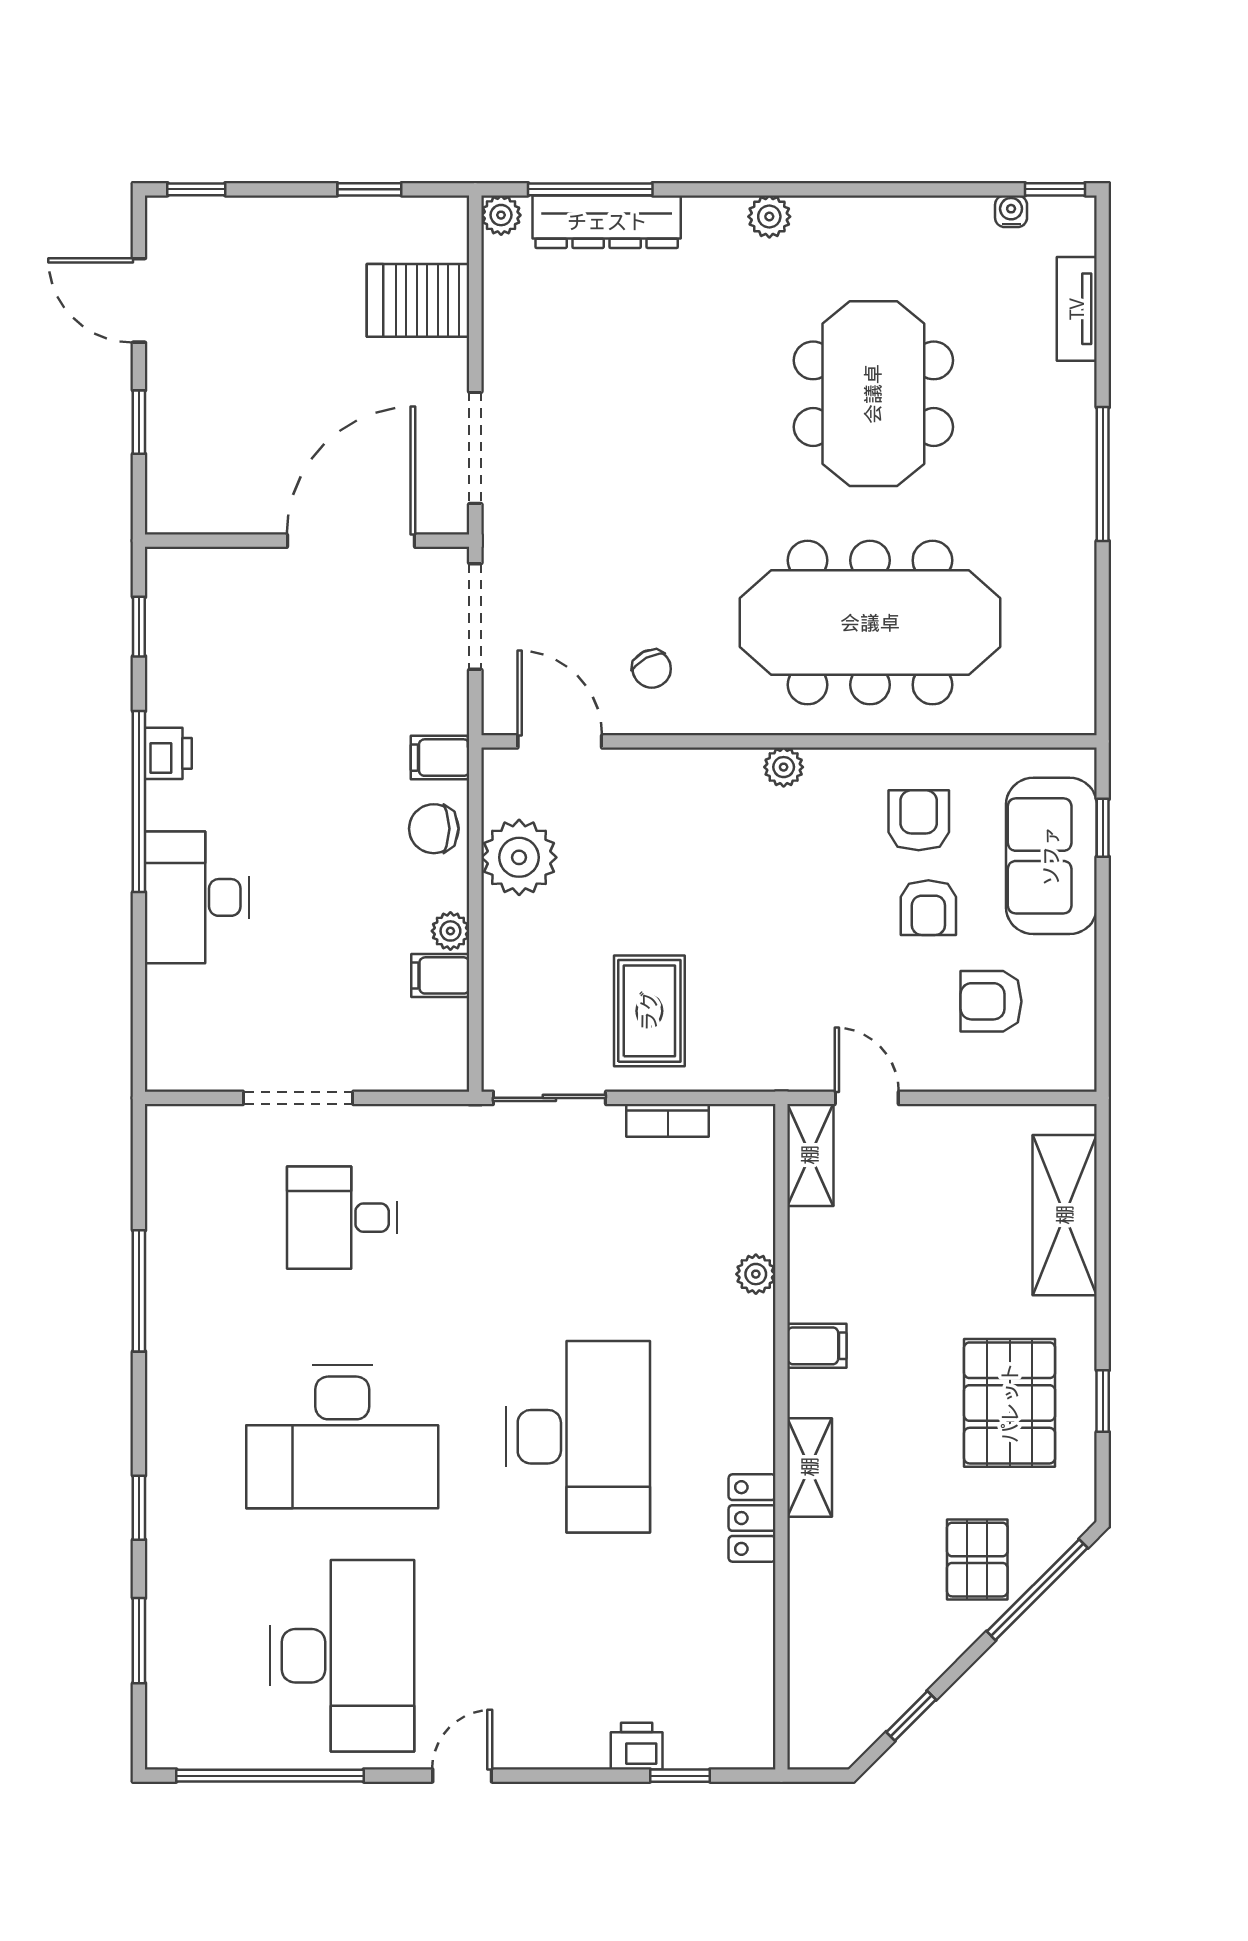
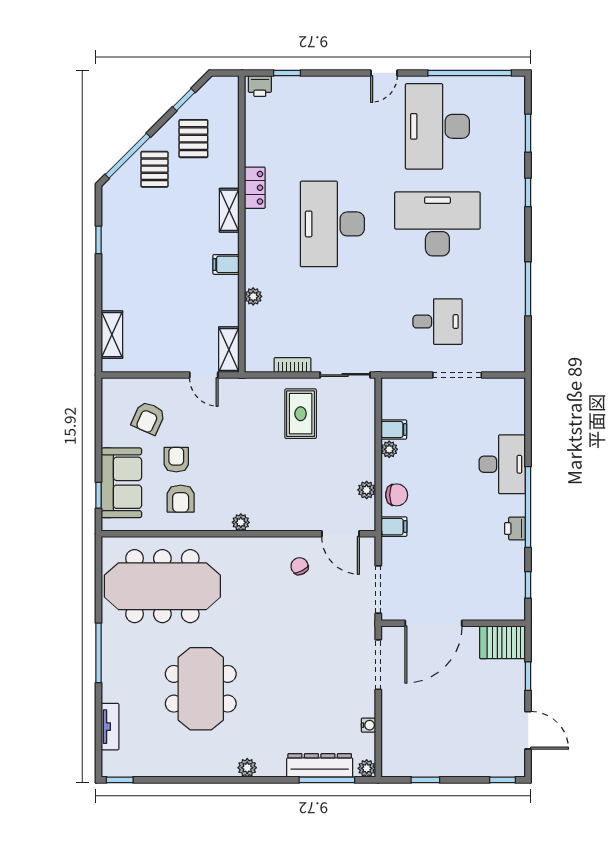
water cooler: (1011, 211) -> (368, 725), moved, turned -90
server rack: (418, 300) -> (503, 642), moved, turned 180
meeting table: (870, 623) -> (162, 586), moved
plant: (519, 857) -> (367, 490), width x0.53, depth x0.53
armchair: (991, 1001) -> (148, 418), turned 114
shelving: (1065, 1215) -> (112, 335), width x0.67, depth x0.75
pallet: (1010, 1403) -> (193, 139), moved, width x0.67, depth x0.71
printer: (637, 1746) -> (260, 86), moved

